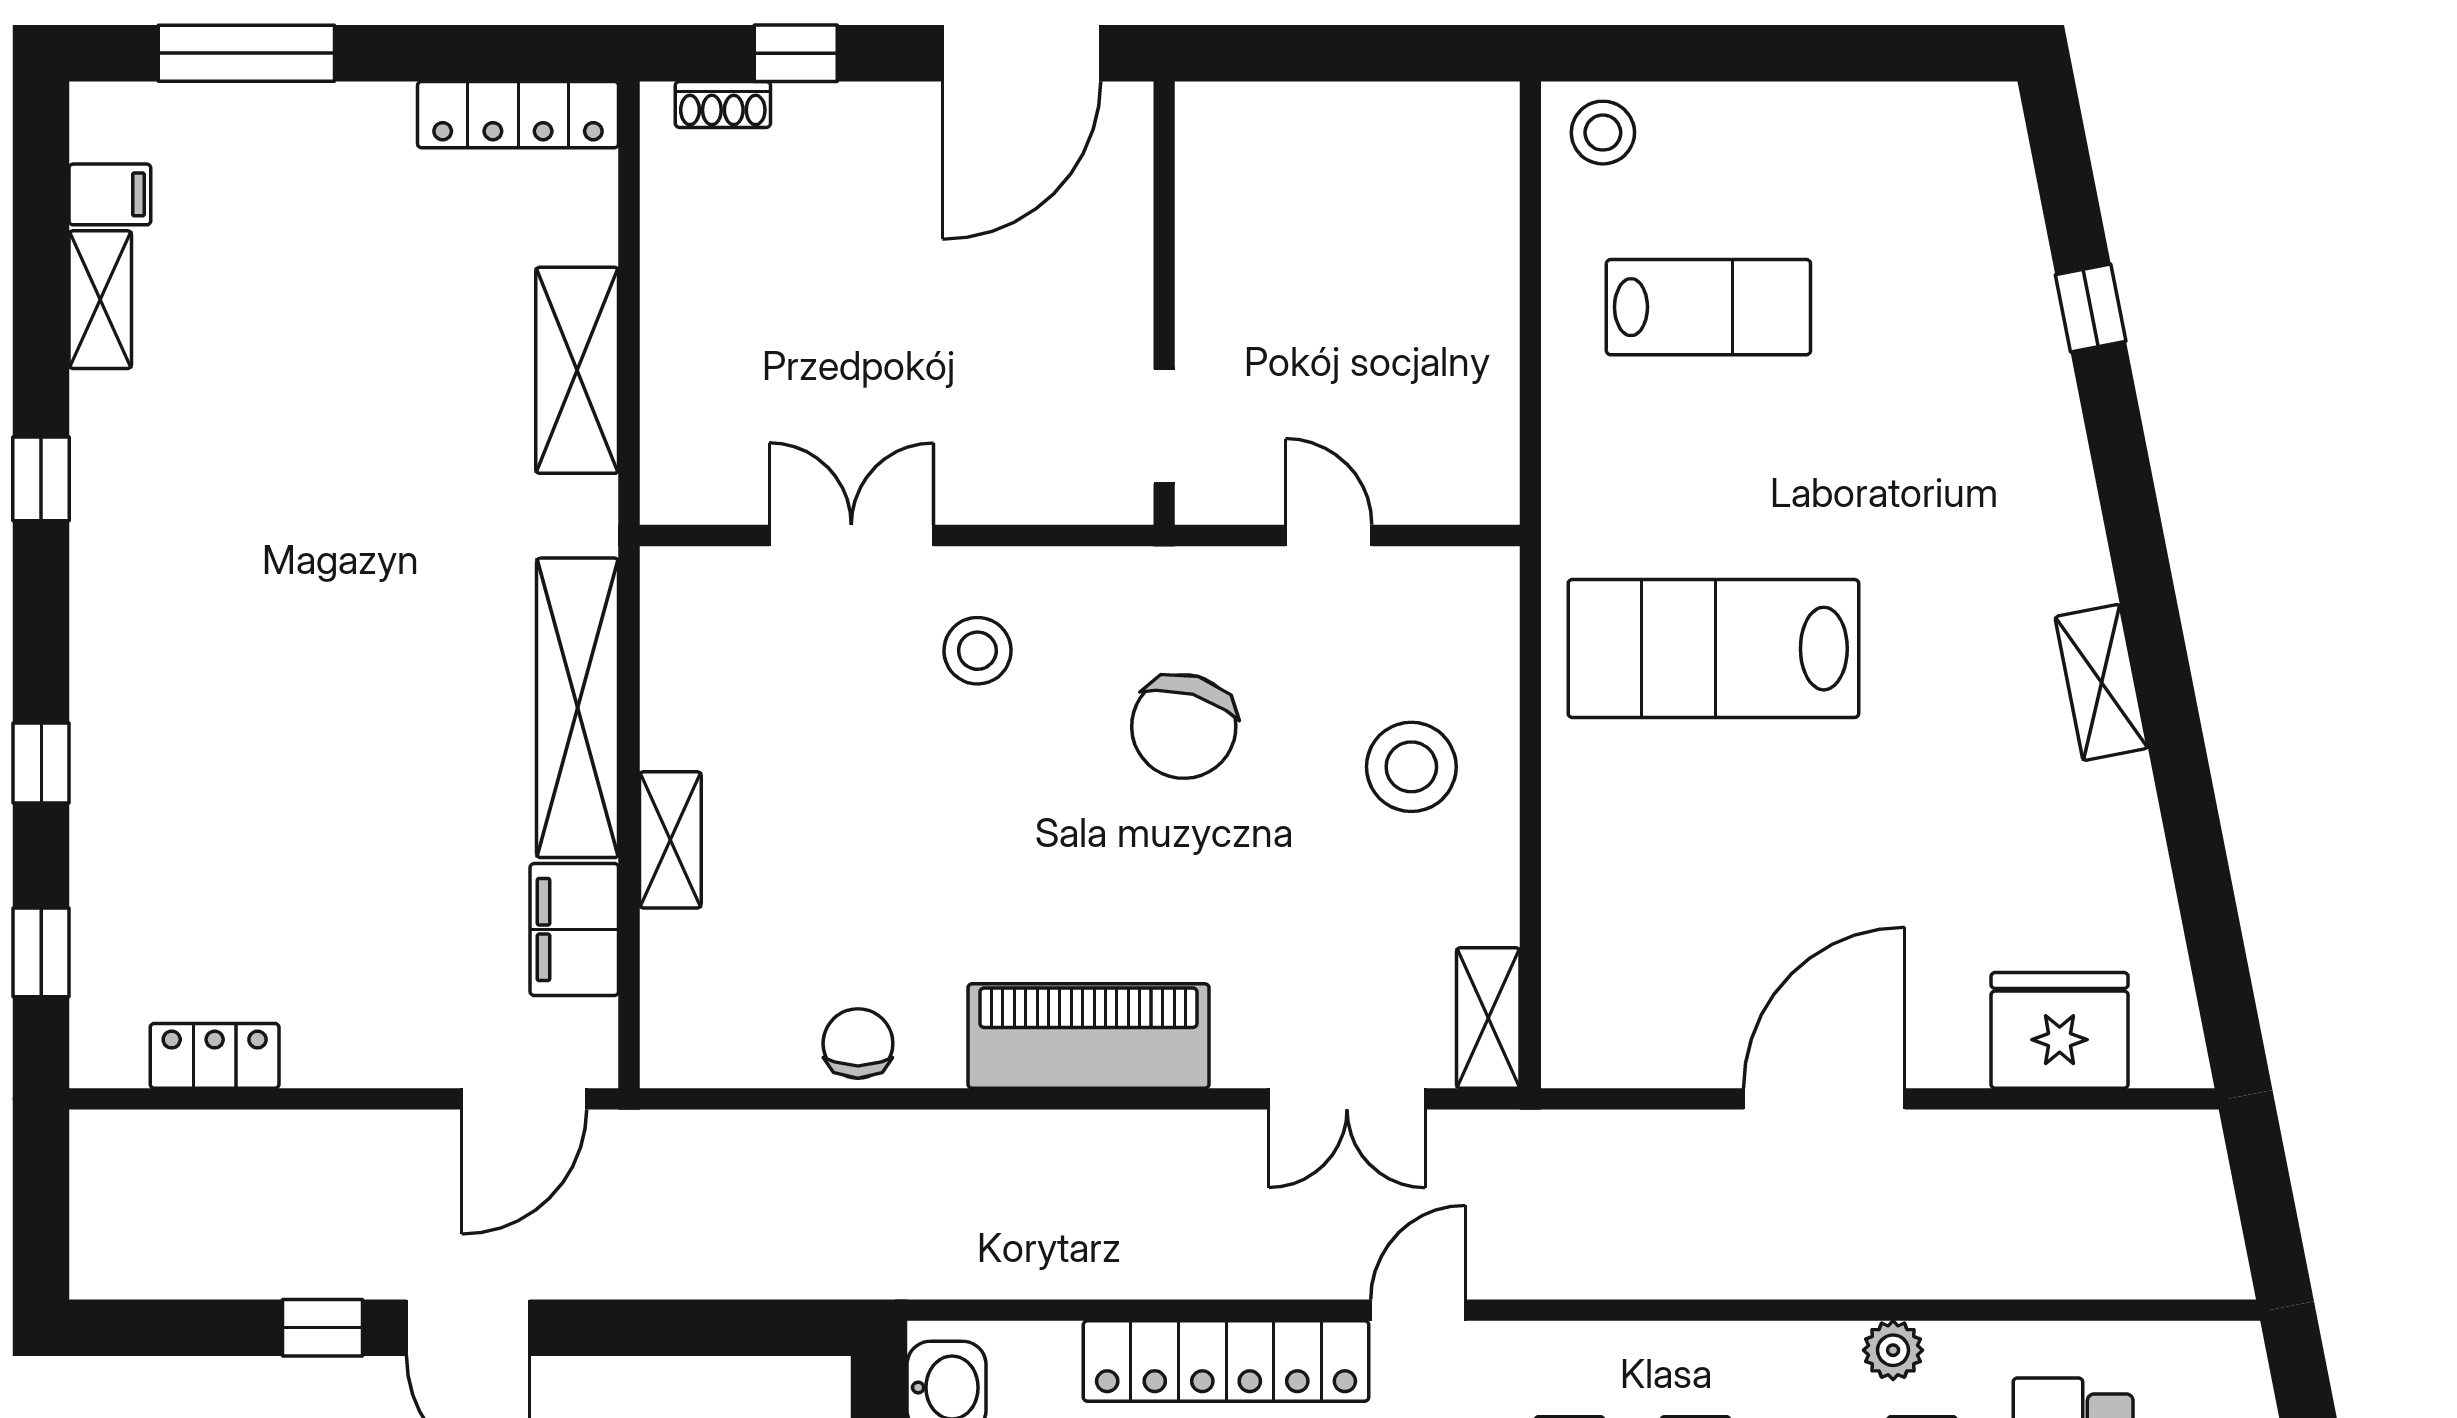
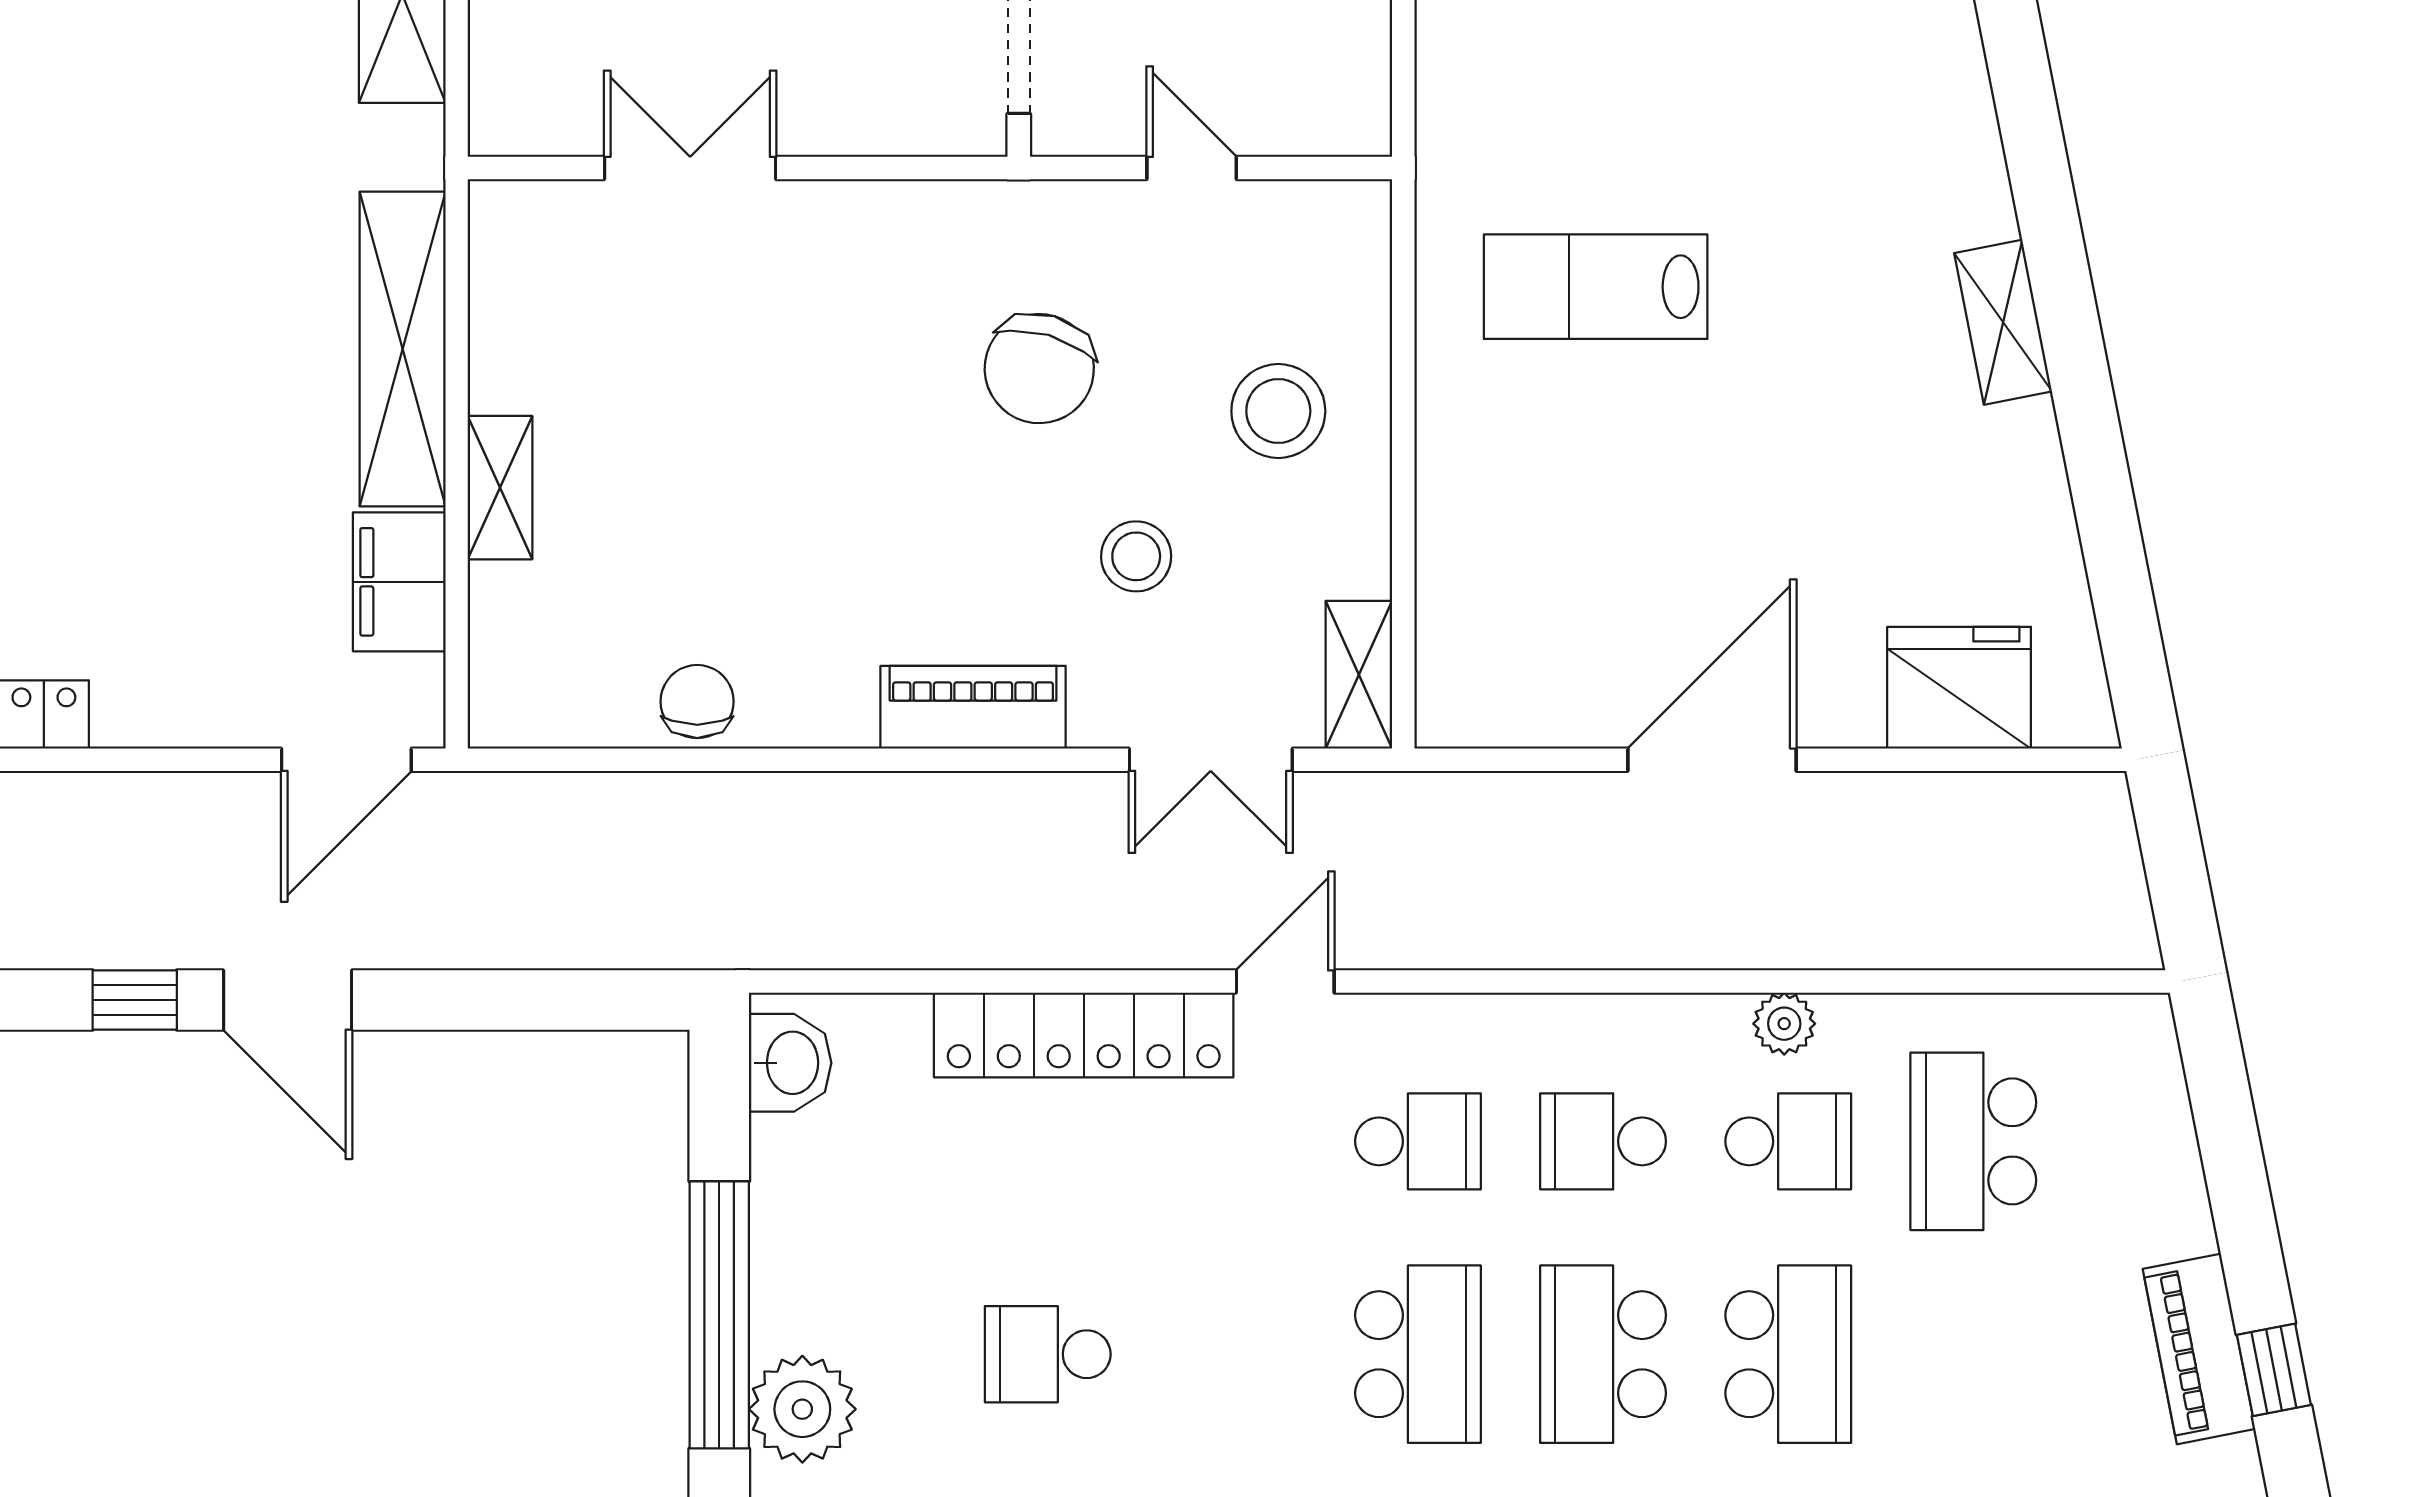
lab bench: (1713, 649) -> (1596, 287), width x0.73, depth x0.72
stool: (977, 651) -> (1136, 556), moved
piano: (1088, 1036) -> (973, 707), width x0.73, depth x0.75

